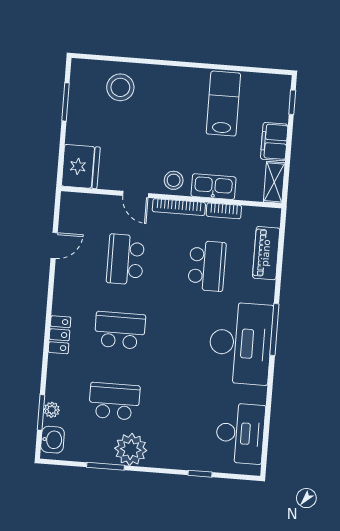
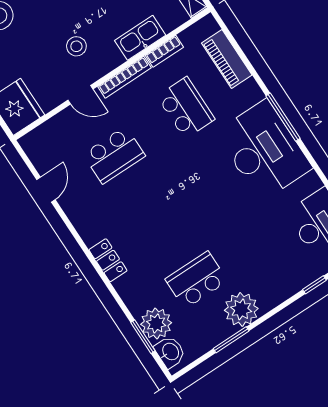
stool: (174, 180) -> (76, 46), moved
school desk: (125, 259) -> (114, 155), turned -90
school desk: (120, 330) -> (155, 218), removed
plant: (52, 410) -> (156, 323), width x1.87, depth x1.87

